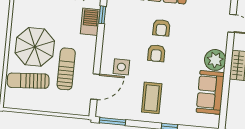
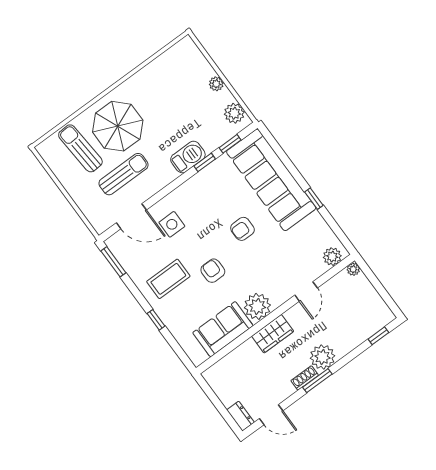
armchair: (156, 53) -> (213, 271), moved, turned 90

